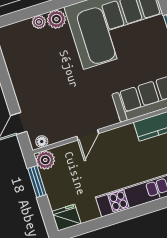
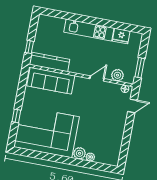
plant: (45, 160) -> (117, 75), moved
fridge: (66, 218) -> (121, 36), moved

